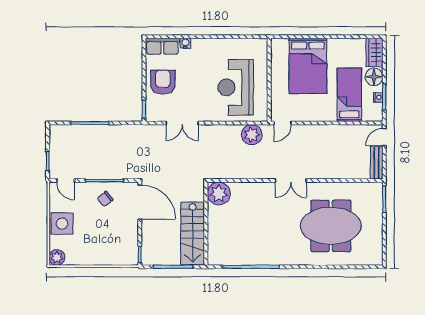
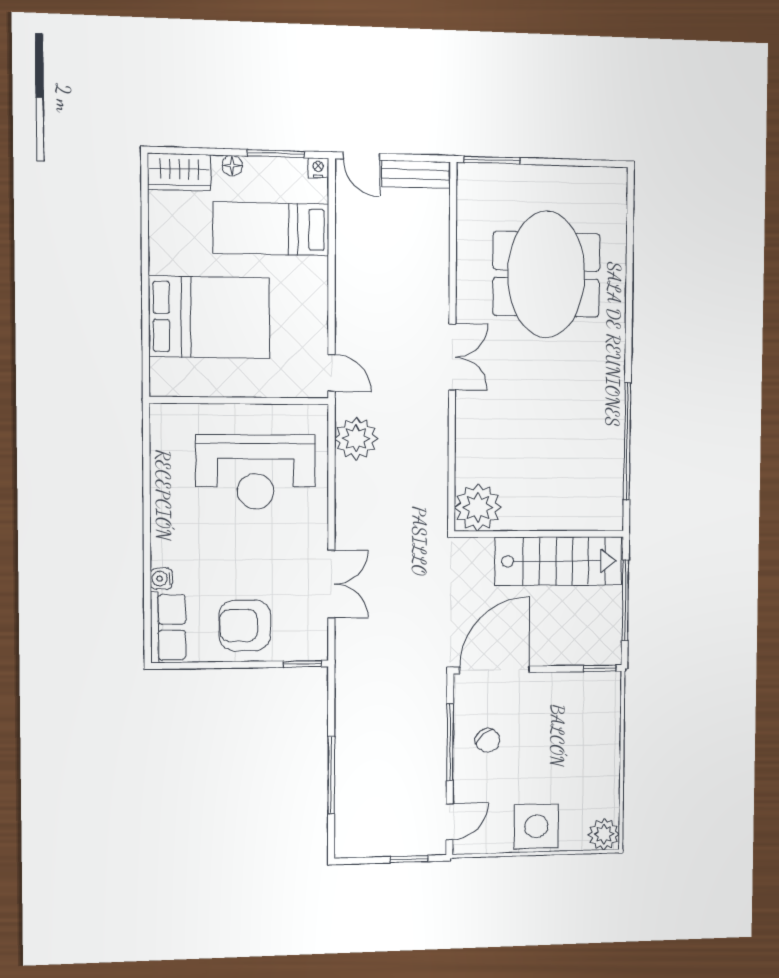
floor lamp: (374, 77) -> (232, 166), width x0.53, depth x0.53
nightstand: (378, 97) -> (318, 168), moved

